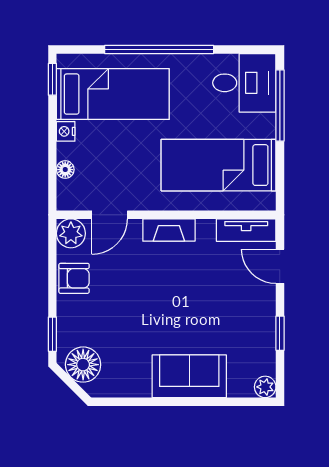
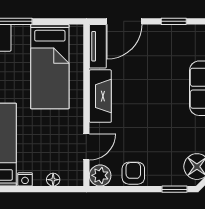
door: (110, 215) -> (86, 147), hinge flipped
fireplace: (169, 230) -> (100, 96), width x1.37, depth x1.32
door: (280, 266) -> (124, 21), width x1.38

